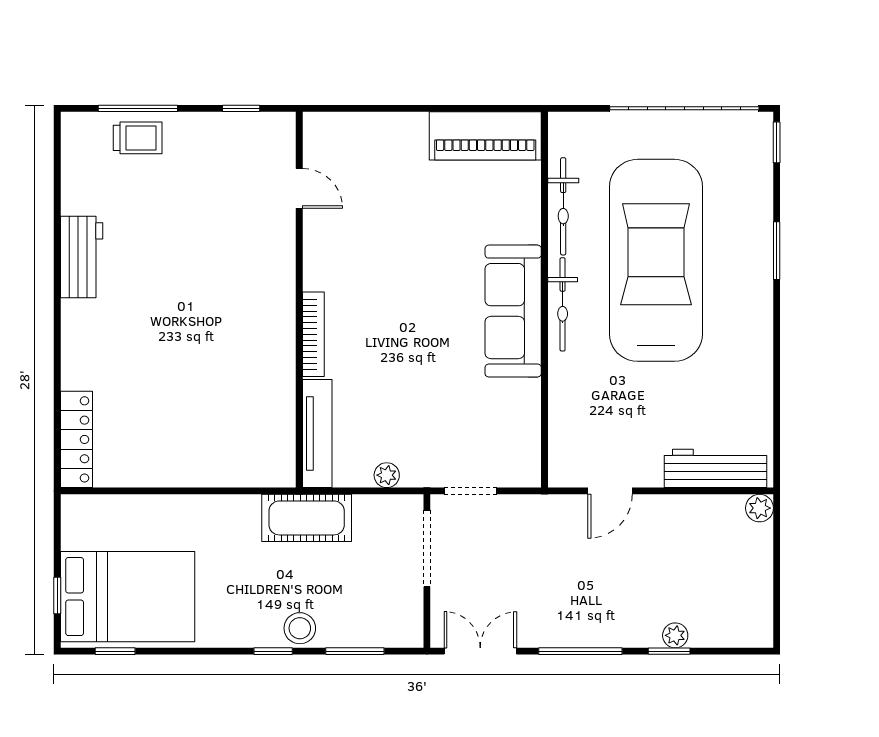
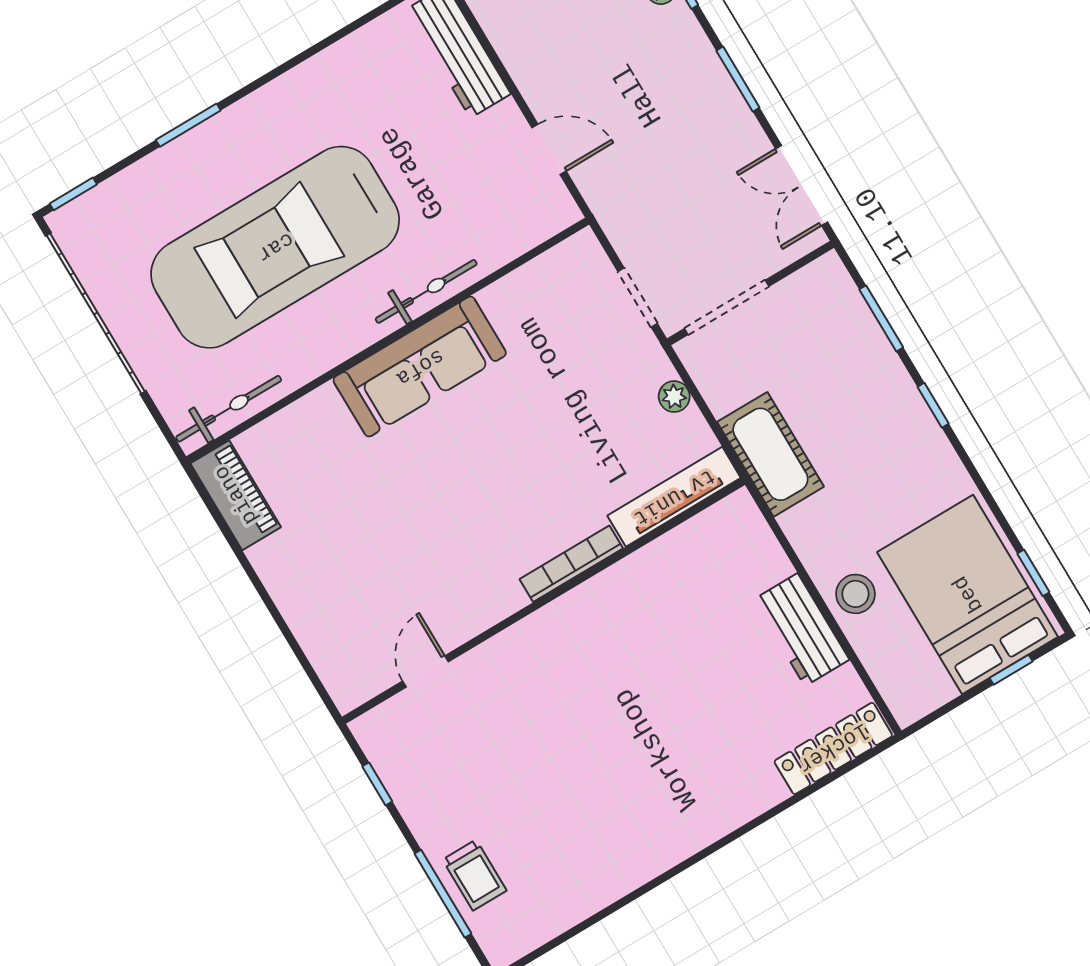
piano: (485, 136) -> (236, 495), width x0.73, depth x0.75
trolley: (138, 138) -> (474, 875), turned 180
bicycle: (563, 206) -> (229, 409), moved
workbench: (82, 257) -> (801, 630), moved, turned -90
bicycle: (563, 304) -> (426, 291), moved
stool: (300, 628) -> (855, 594), moved
window: (580, 651) -> (738, 79), width x0.69

